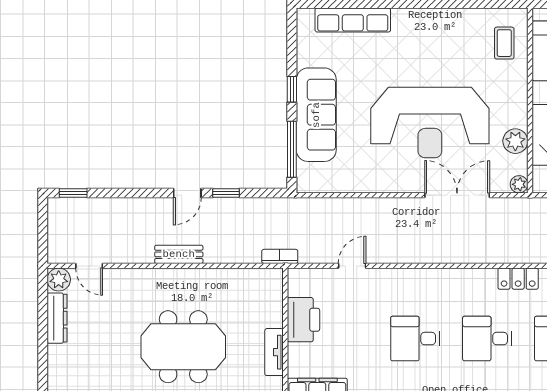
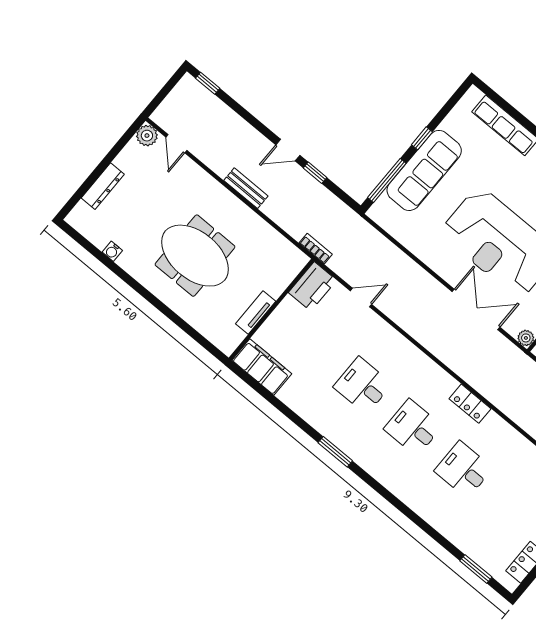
dresser: (57, 318) -> (103, 186), moved
printer: (303, 320) -> (313, 286), moved

